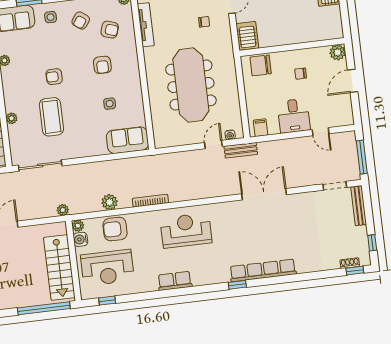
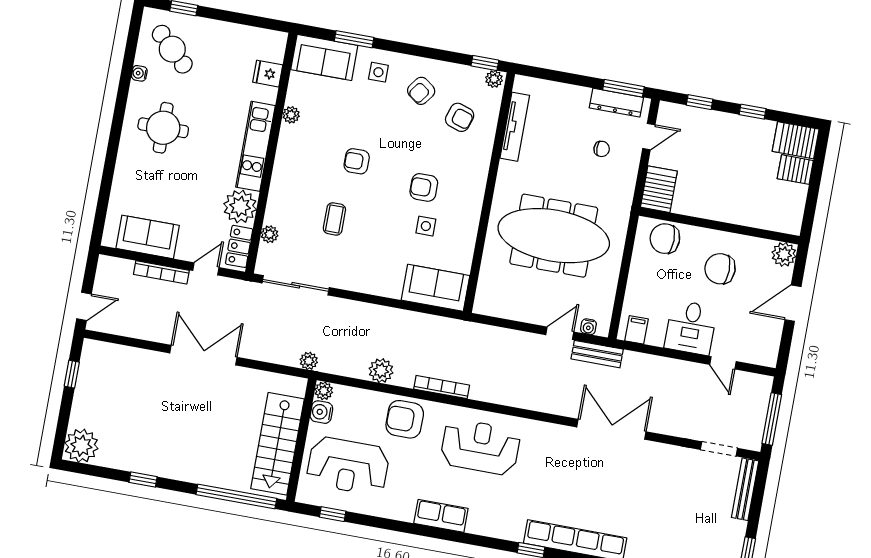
armchair: (102, 65) -> (424, 187), moved, turned 90
chair: (301, 74) -> (720, 269), width x1.87, depth x1.87
meeting table: (191, 85) -> (554, 236), turned 90
coffee table: (51, 117) -> (334, 219), width x0.54, depth x0.58
plant: (12, 118) -> (270, 234), moved
armchair: (115, 229) -> (405, 419), moved

